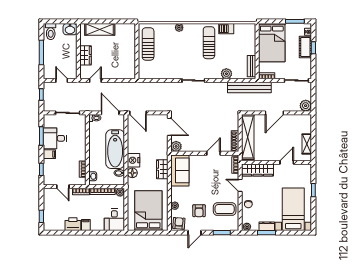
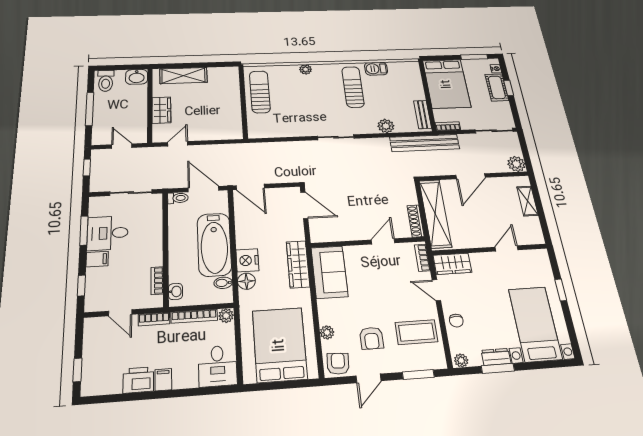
shelving: (307, 144) -> (527, 201), moved
plant: (176, 146) -> (319, 234), removed
wardrobe: (162, 169) -> (298, 264), width x1.50
wardrobe: (258, 170) -> (452, 264), width x0.67

